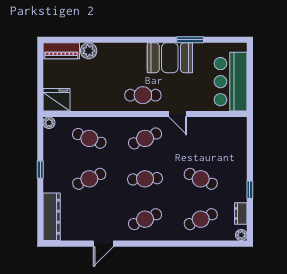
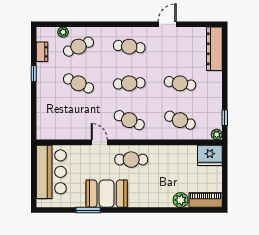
cafe table: (145, 138) -> (129, 120), turned 48
window: (40, 170) -> (225, 118), moved
cafe table: (89, 179) -> (180, 83), turned 33
cafe table: (145, 219) -> (129, 47), turned 30
plant: (241, 235) -> (63, 32), moved

